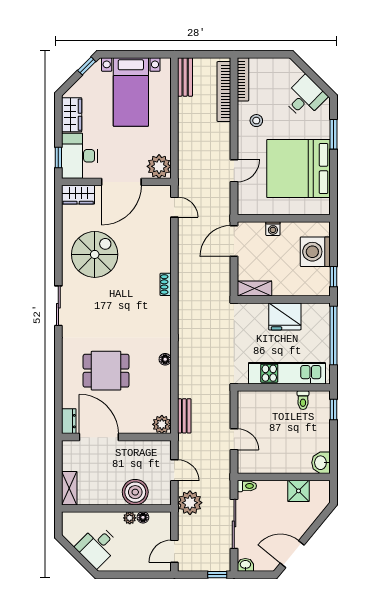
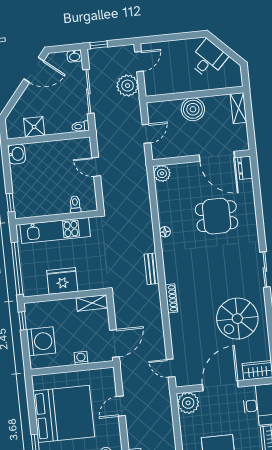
shoe rack: (166, 284) -> (171, 298), width x1.43
toilet: (303, 400) -> (75, 204), moved
bench: (184, 416) -> (152, 269), moved
door: (174, 470) -> (146, 134), swing flipped
boiler: (135, 492) -> (193, 109), moved
plant: (190, 503) -> (128, 86), moved
floor lamp: (143, 517) -> (170, 89), removed
plant: (130, 518) -> (182, 87), removed

